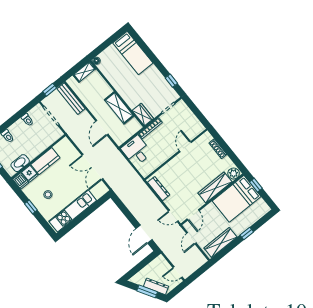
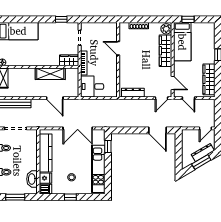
kitchen counter: (45, 161) -> (46, 153), width x1.50
bed: (237, 199) -> (182, 42), width x0.67
window: (98, 204) -> (108, 146), added

